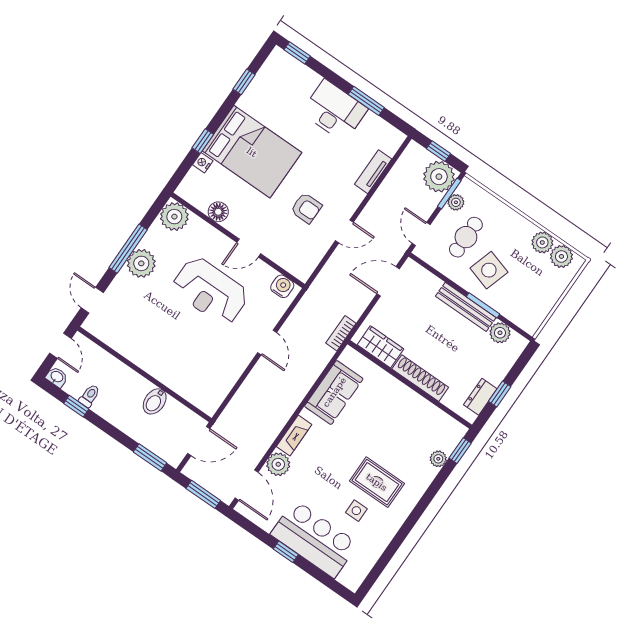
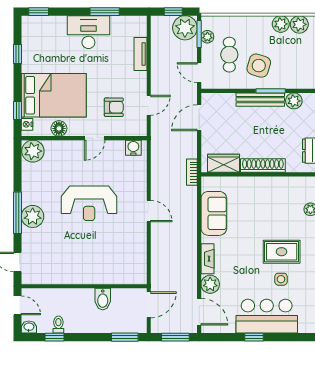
floor lamp: (218, 212) -> (59, 128), moved
plant: (174, 217) -> (33, 151), moved
wall: (238, 240) -> (84, 138), moved
door: (249, 248) -> (95, 138), moved
water cooler: (282, 286) -> (133, 148), moved

